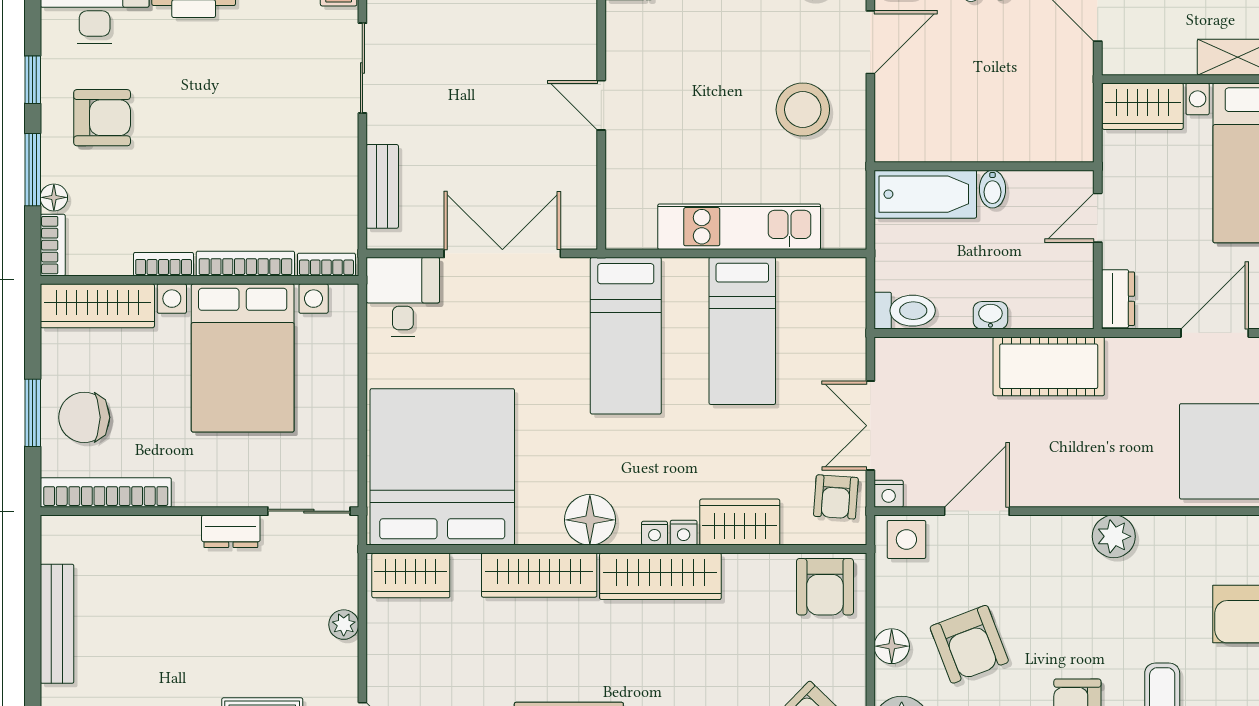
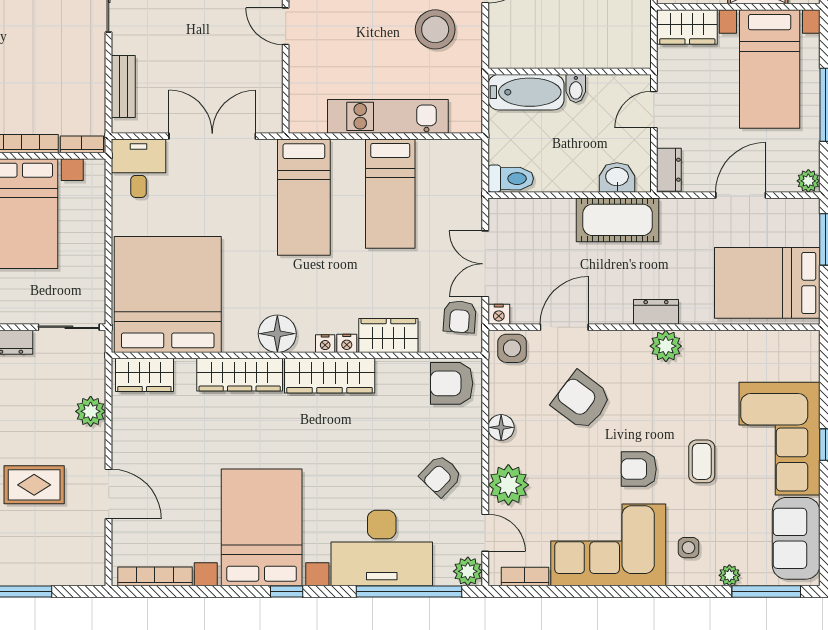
washbasin: (990, 315) -> (617, 177), moved, width x1.38, depth x1.45
dresser: (1101, 490) -> (656, 312), added
armchair: (825, 587) -> (452, 383), turned 90
plant: (344, 625) -> (91, 411), width x1.38, depth x1.38
armchair: (969, 644) -> (582, 401), moved, turned 148

